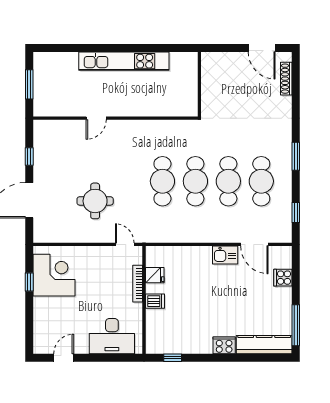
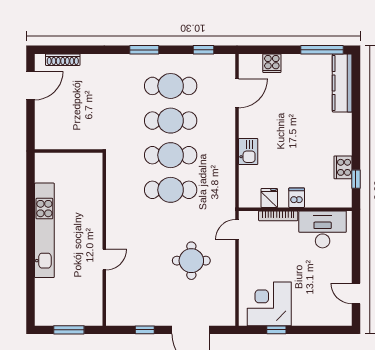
door: (96, 118) -> (104, 260), hinge flipped
kitchen sink: (225, 255) -> (248, 151), moved
desk: (112, 336) -> (323, 229), moved, turned -90
cooker: (224, 345) -> (343, 167), moved

